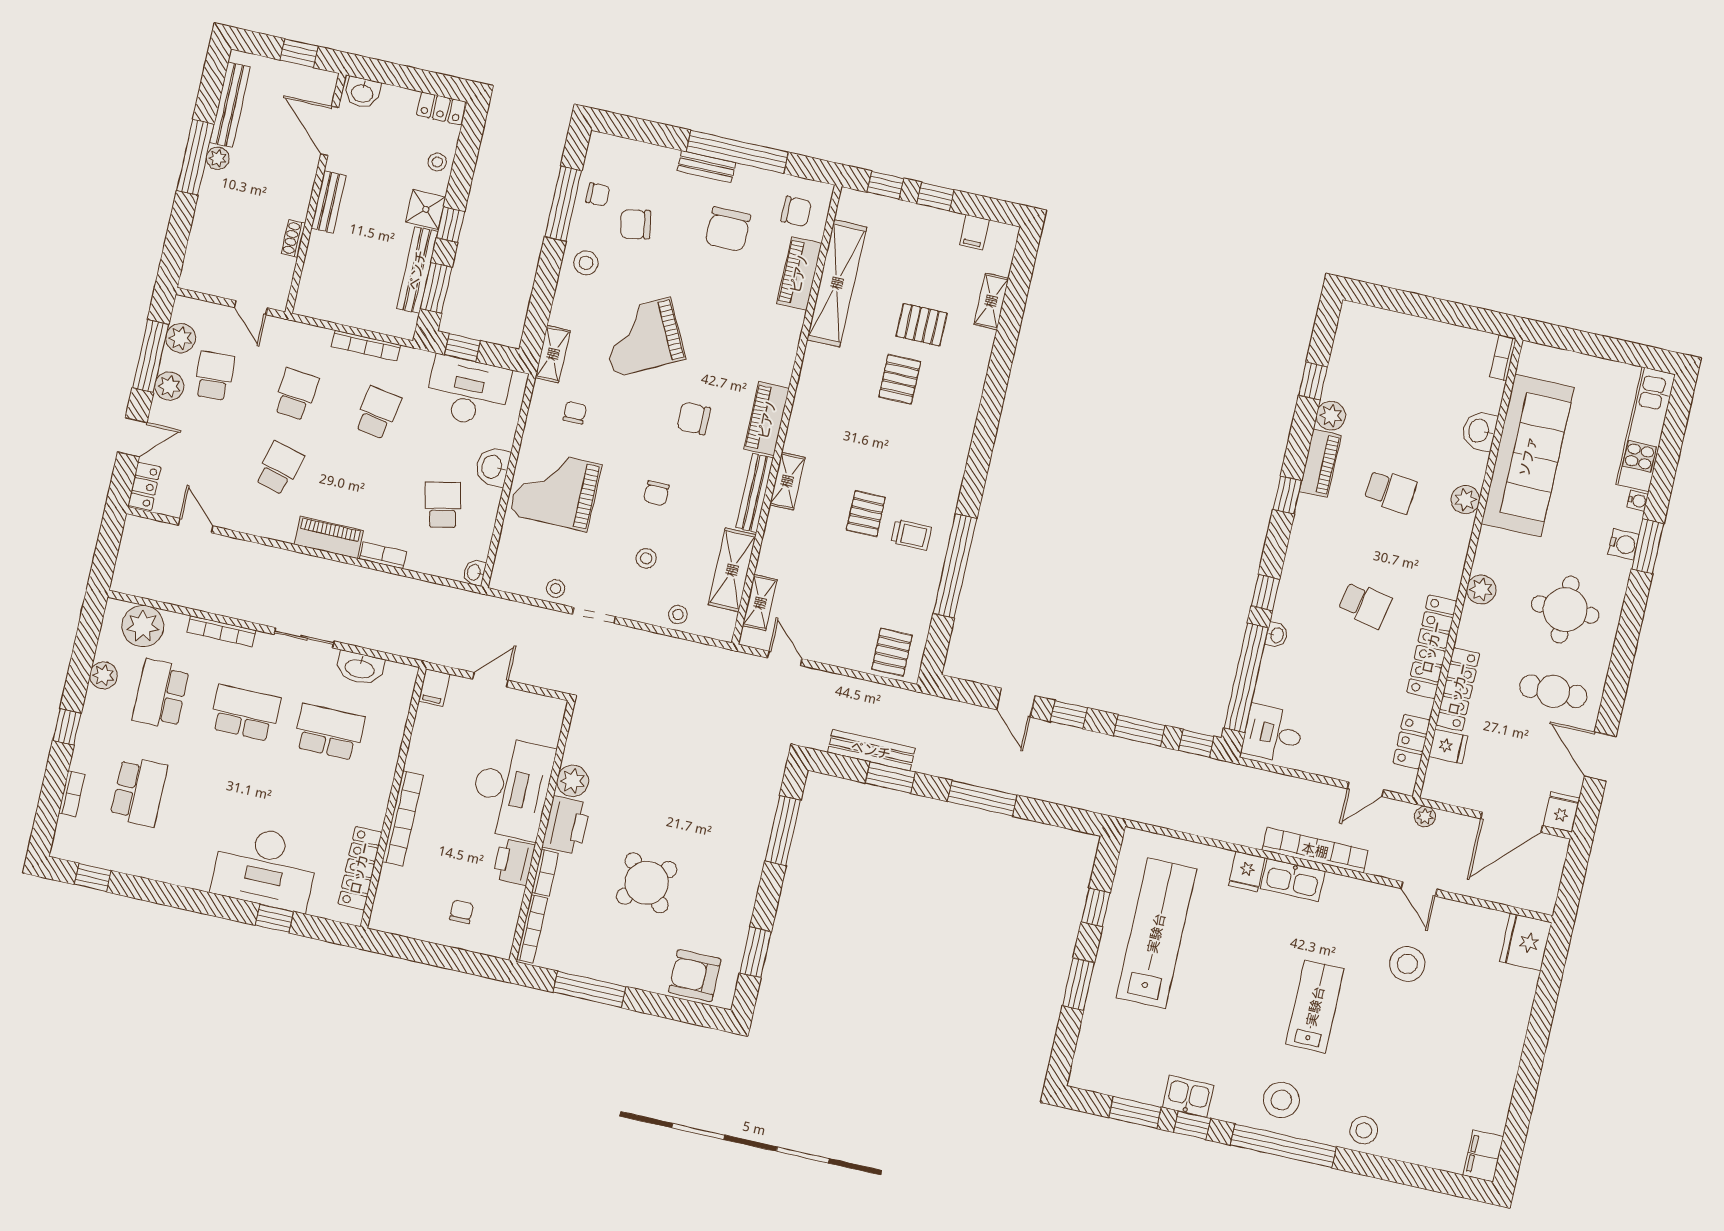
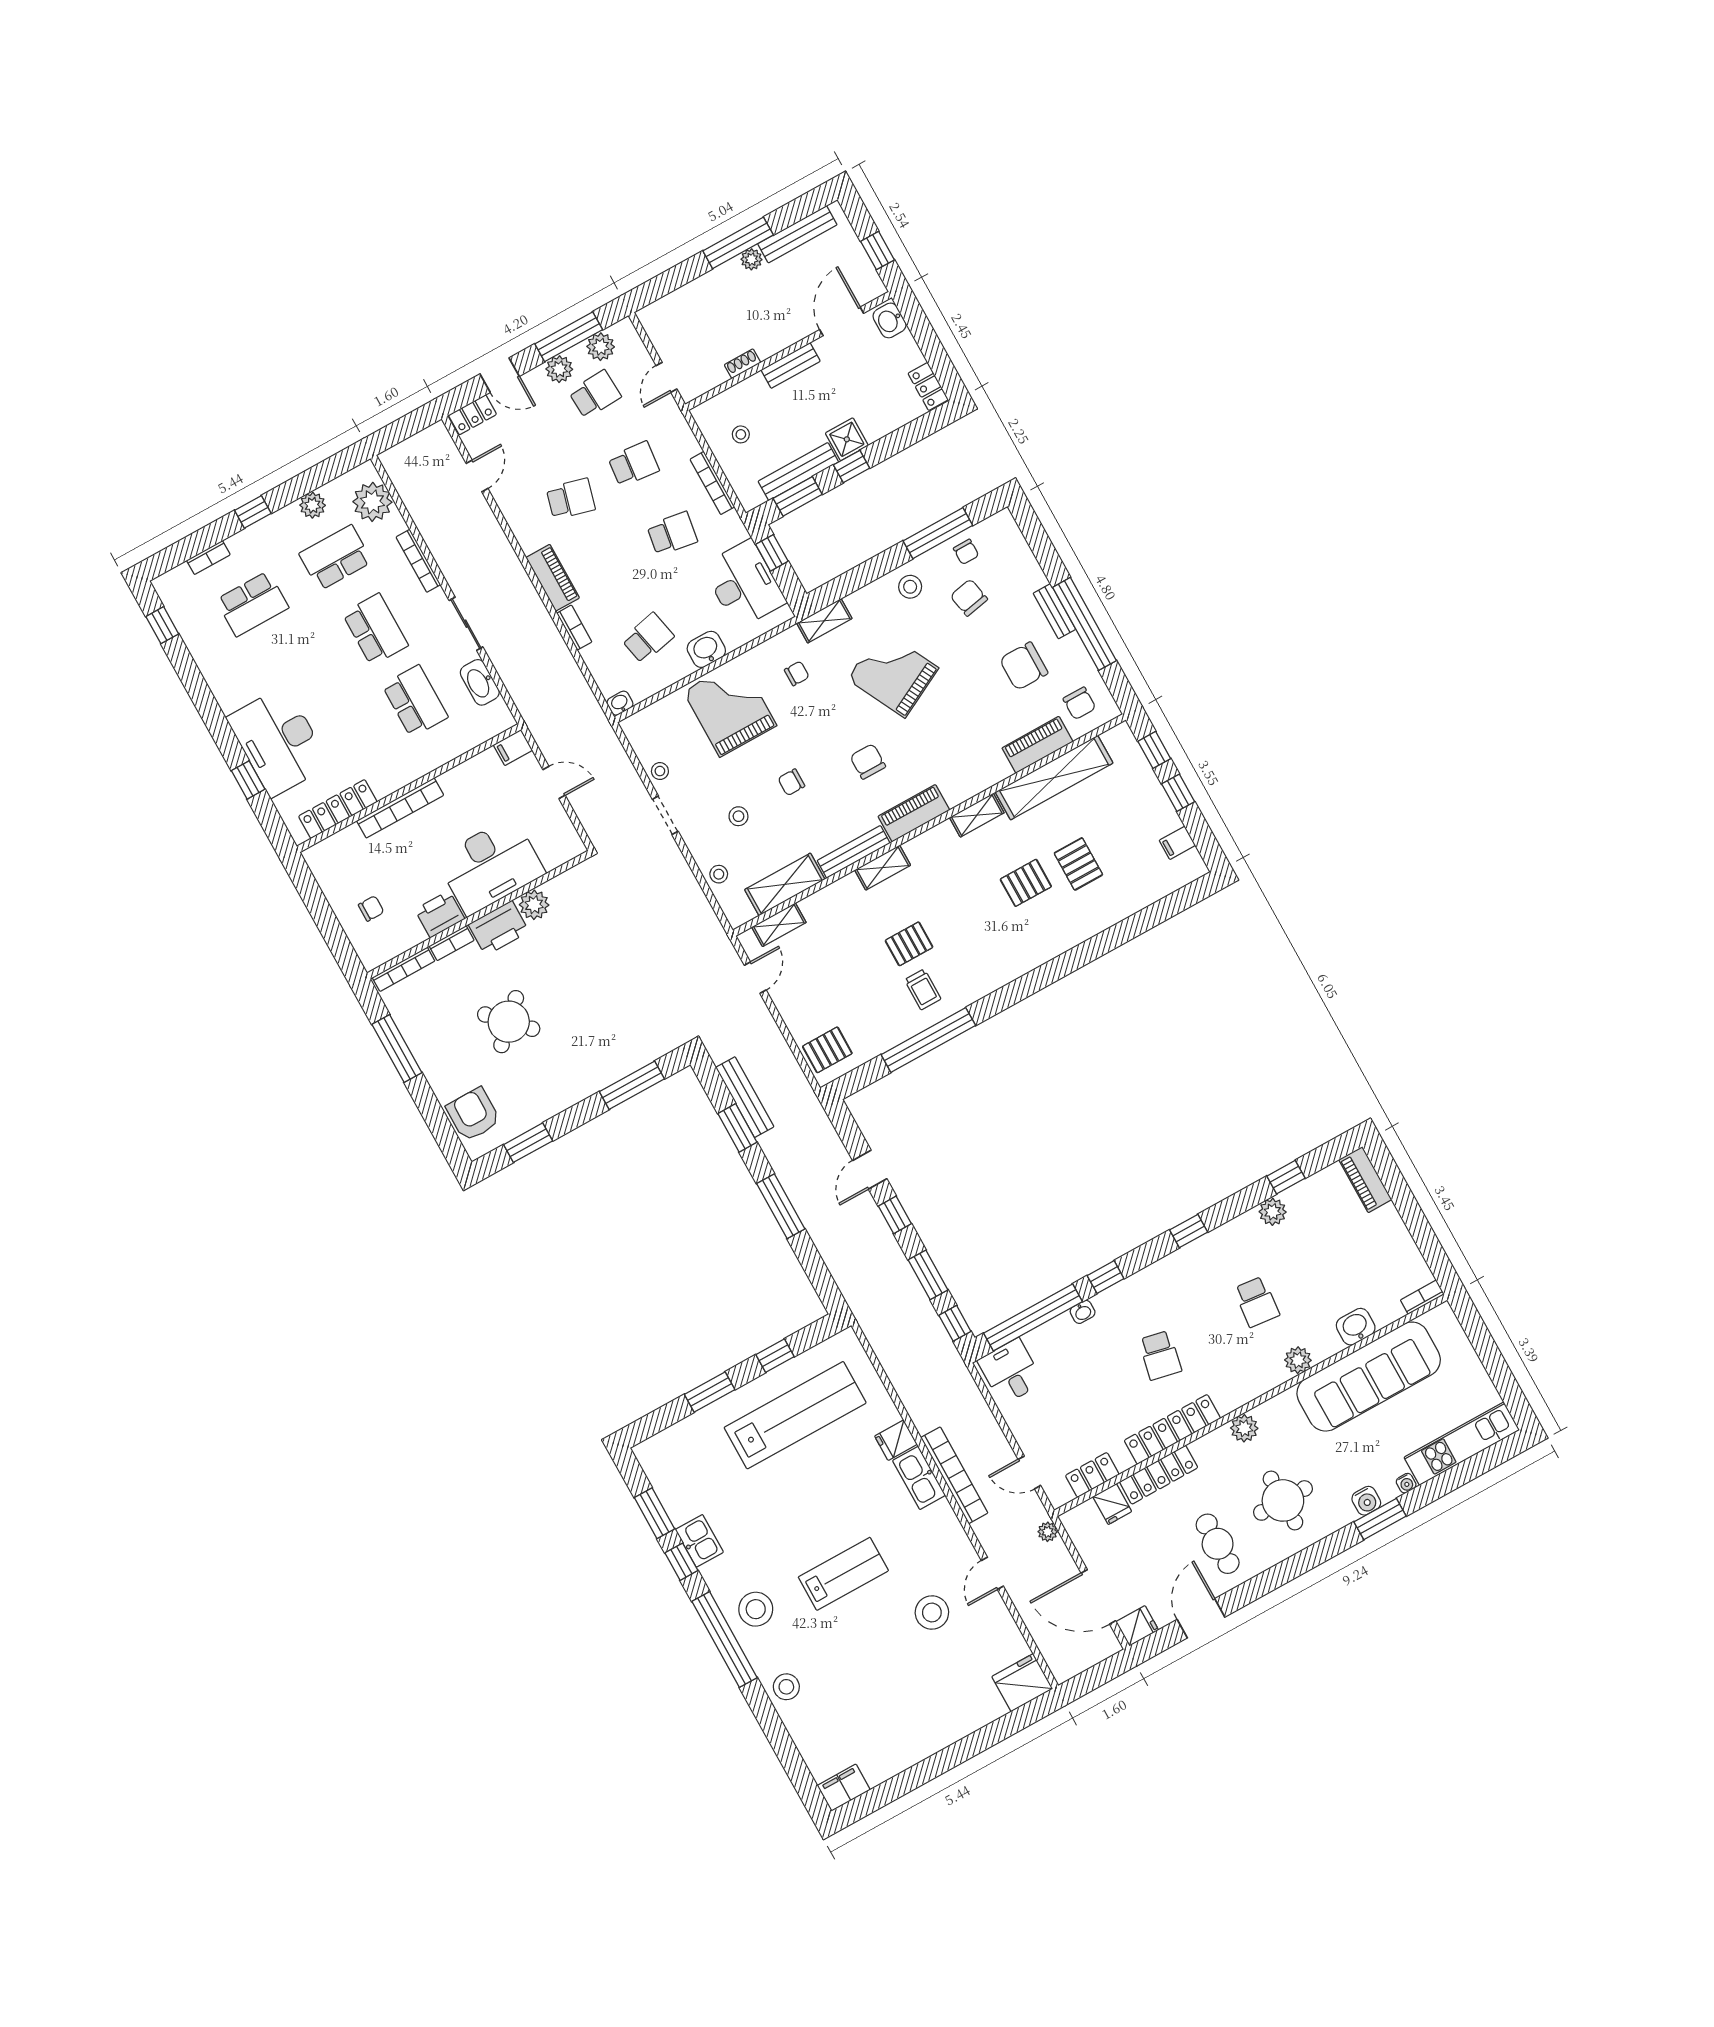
stool: (437, 162) -> (741, 434), moved
shelving: (991, 301) -> (977, 815), moved
piano: (1320, 463) -> (1365, 1180), moved, turned 90

